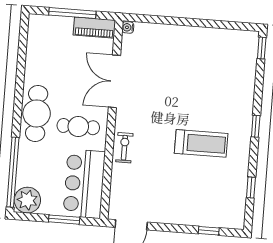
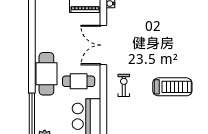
exercise bike: (124, 148) -> (124, 85), moved

